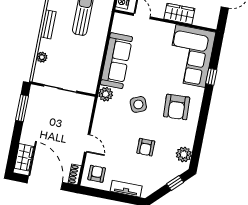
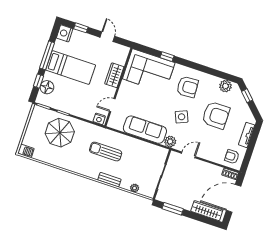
door: (87, 143) -> (188, 155), moved
armchair: (146, 147) -> (216, 115), width x1.88, depth x1.88
wardrobe: (24, 157) -> (207, 211), width x1.50

